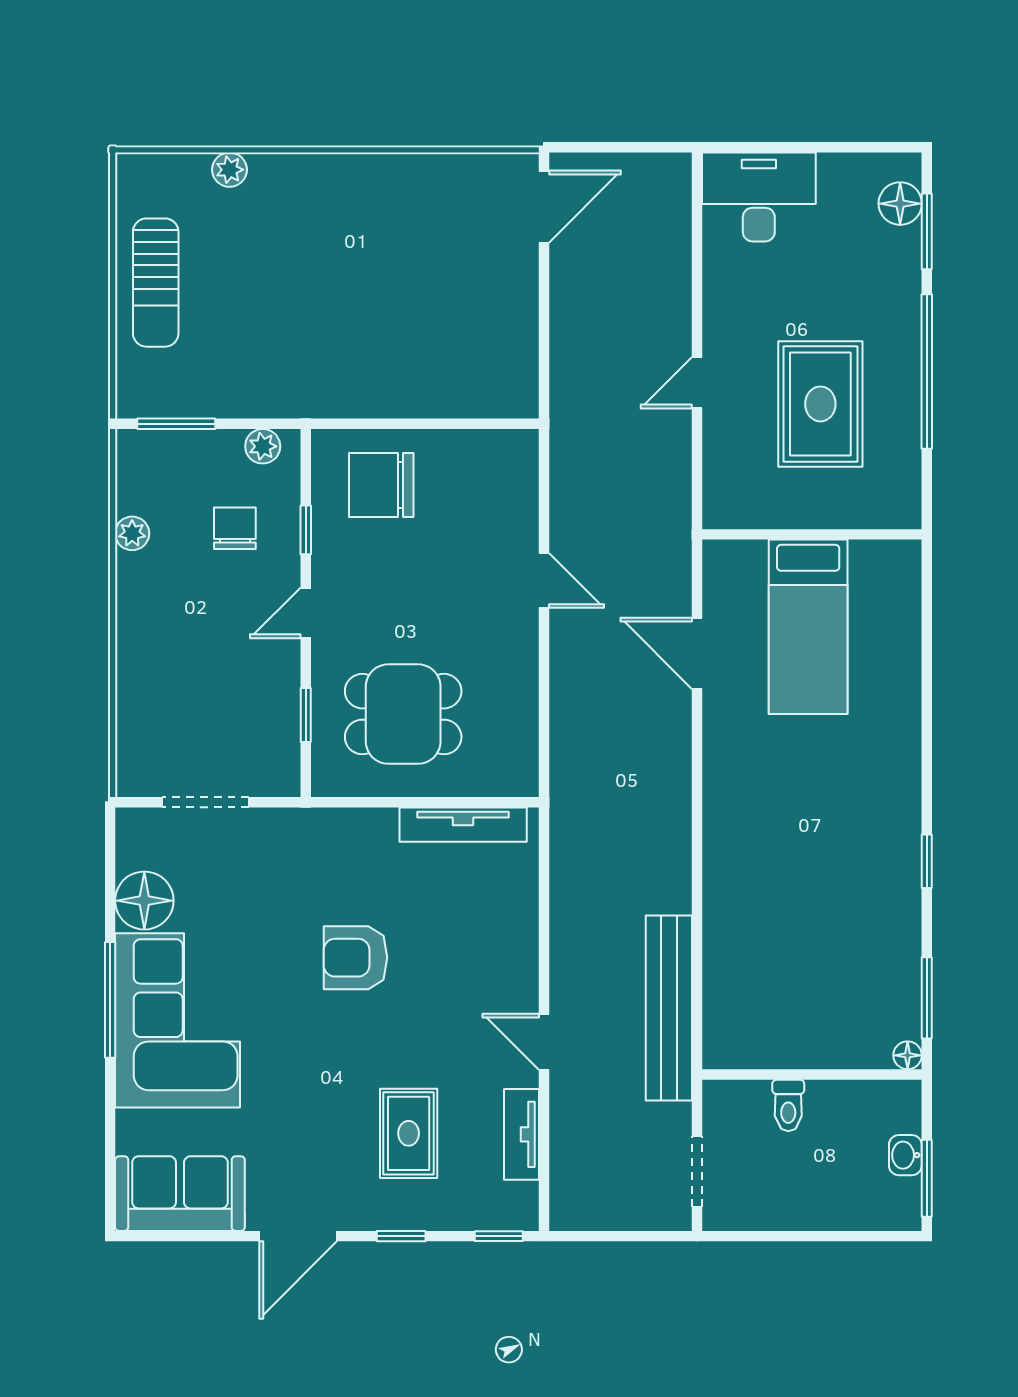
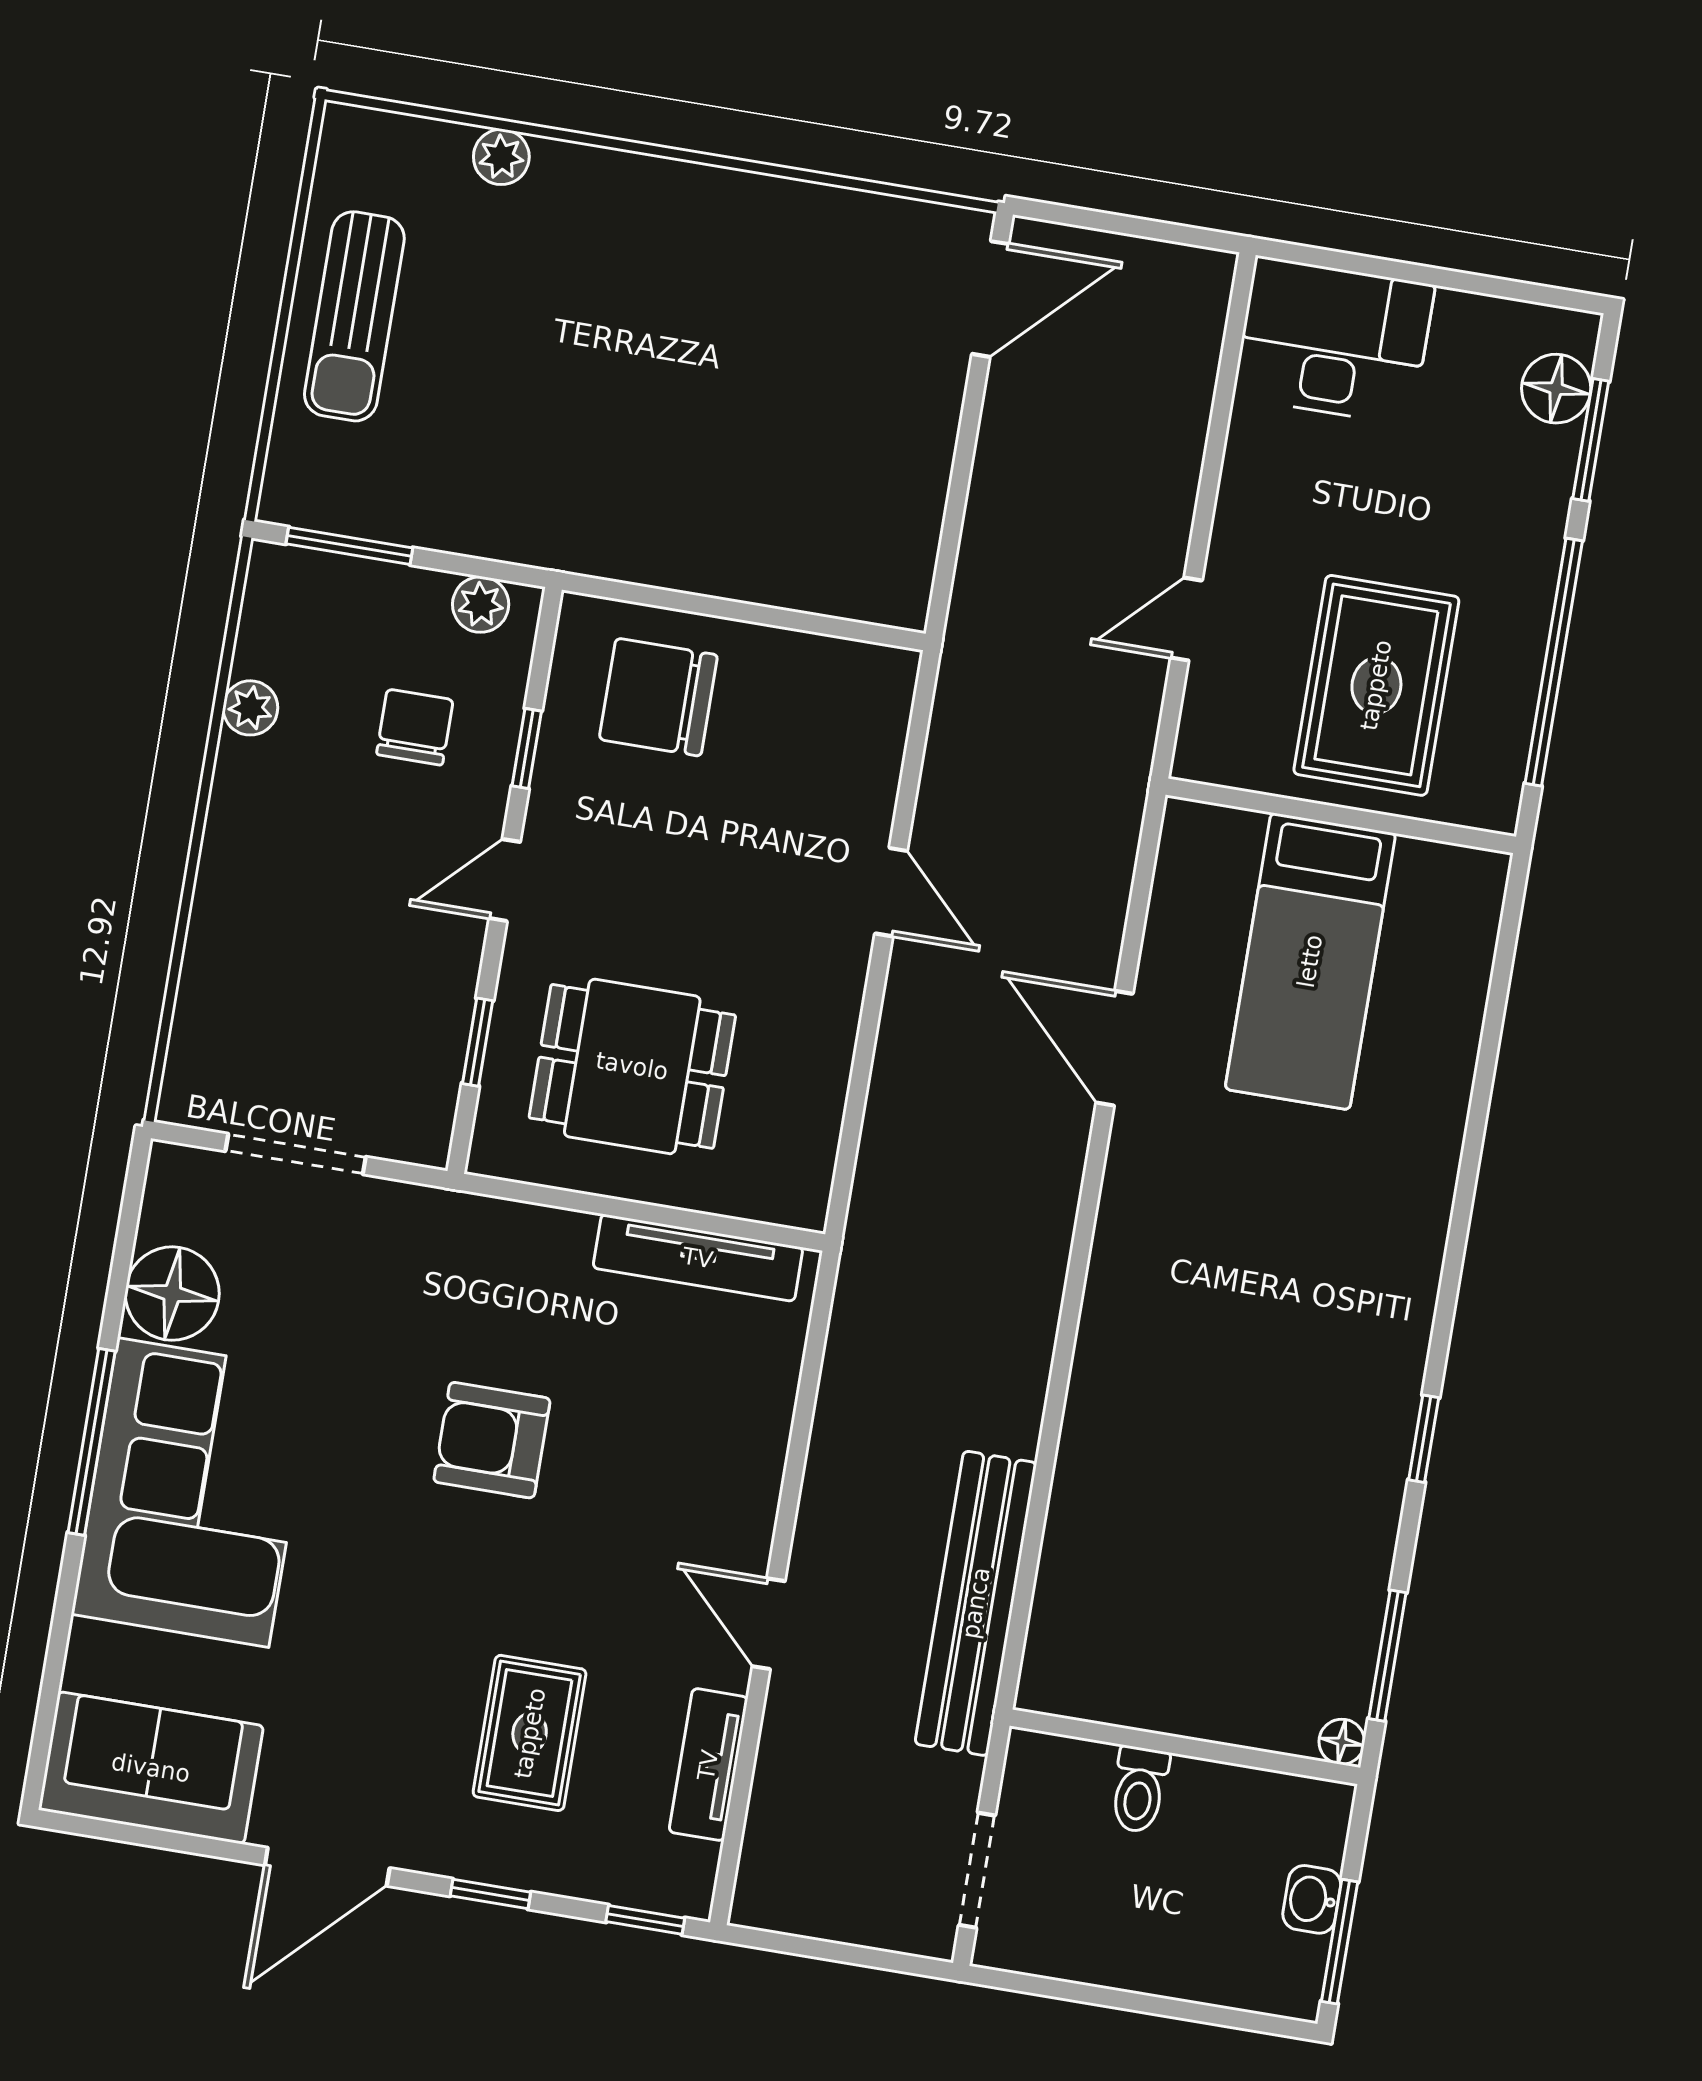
wall: (812, 534) -> (1341, 816), moved
bed: (808, 627) -> (1310, 961), moved

